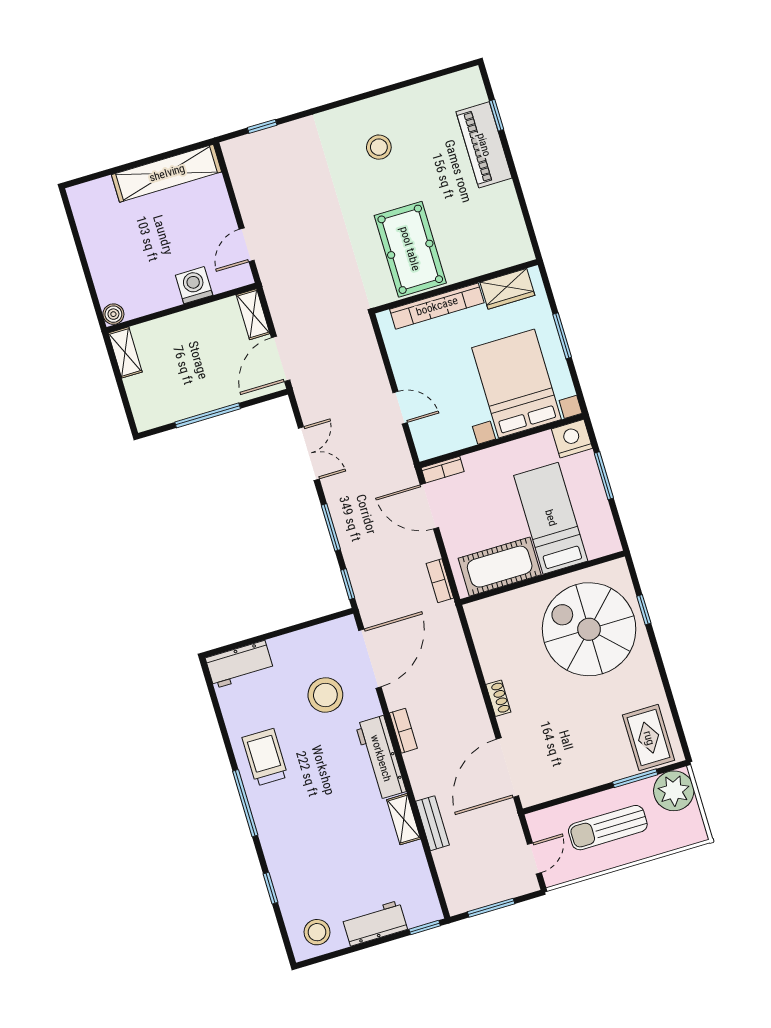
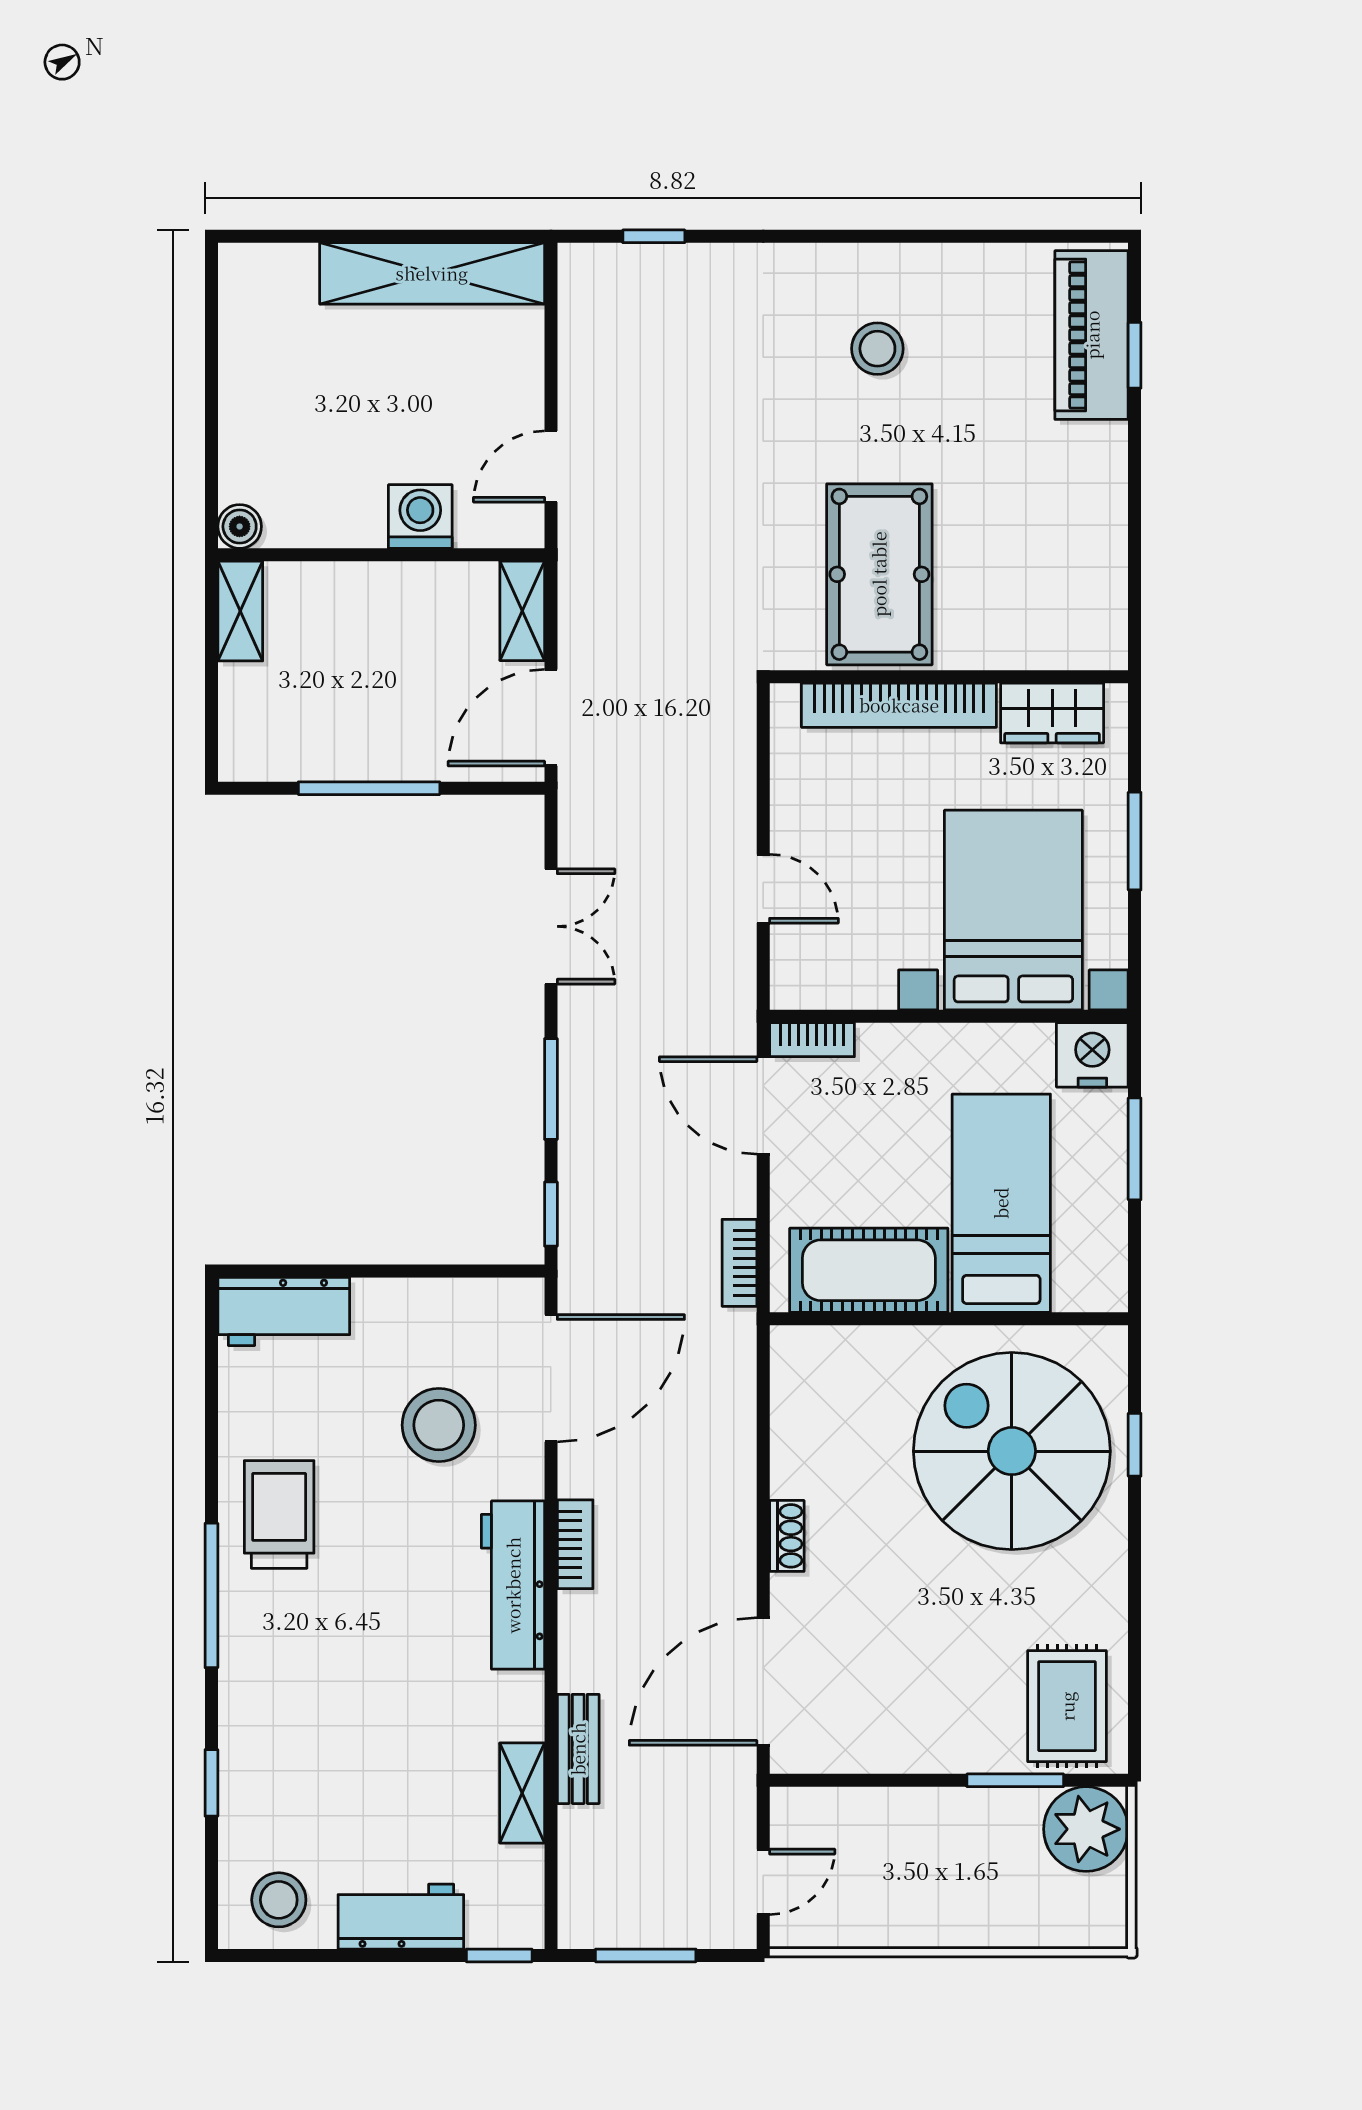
piano: (484, 145) -> (1092, 335), moved
shelving: (404, 819) -> (522, 1793), moved
sun lounger: (608, 828) -> (930, 1864), removed

